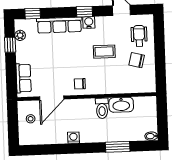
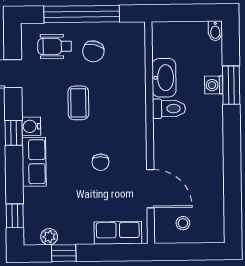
row of seats: (59, 25) -> (34, 162), width x0.68
window: (160, 52) -> (82, 14), added
chair: (80, 84) -> (101, 162), moved
washing machine: (73, 138) -> (214, 85), moved

